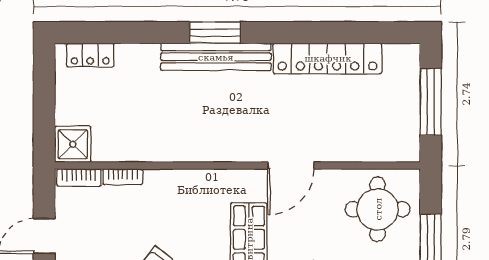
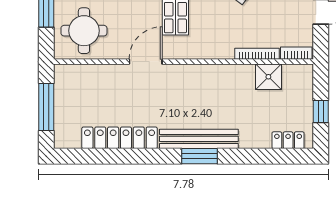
window: (44, 95) -> (321, 112), added
shower: (73, 144) -> (268, 77), moved
bookcase: (123, 177) -> (257, 54), width x1.56

